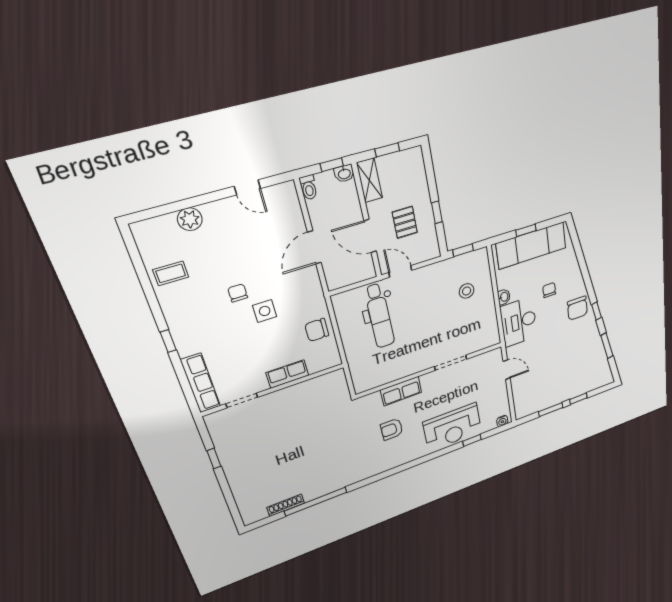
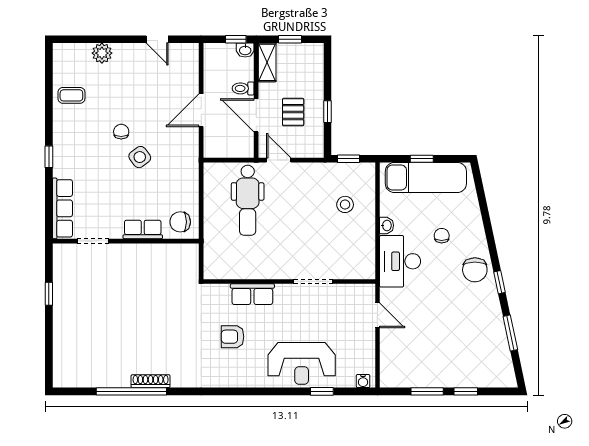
toilet: (309, 187) -> (243, 88), moved, turned 90
side table: (265, 311) -> (140, 157), turned -37
chair: (317, 330) -> (180, 222), moved
shoe rack: (286, 505) -> (151, 381), moved

